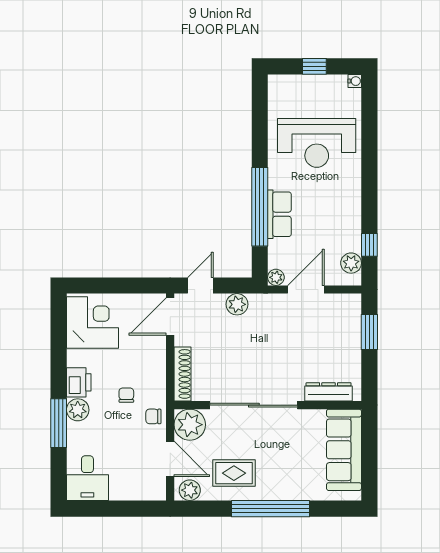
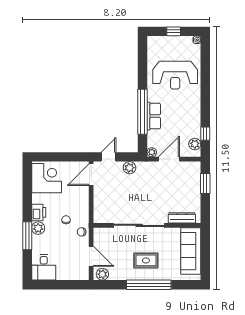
shoe rack: (182, 374) -> (98, 208), removed
plant: (190, 425) -> (102, 237), removed
rug: (234, 473) -> (146, 260), moved

